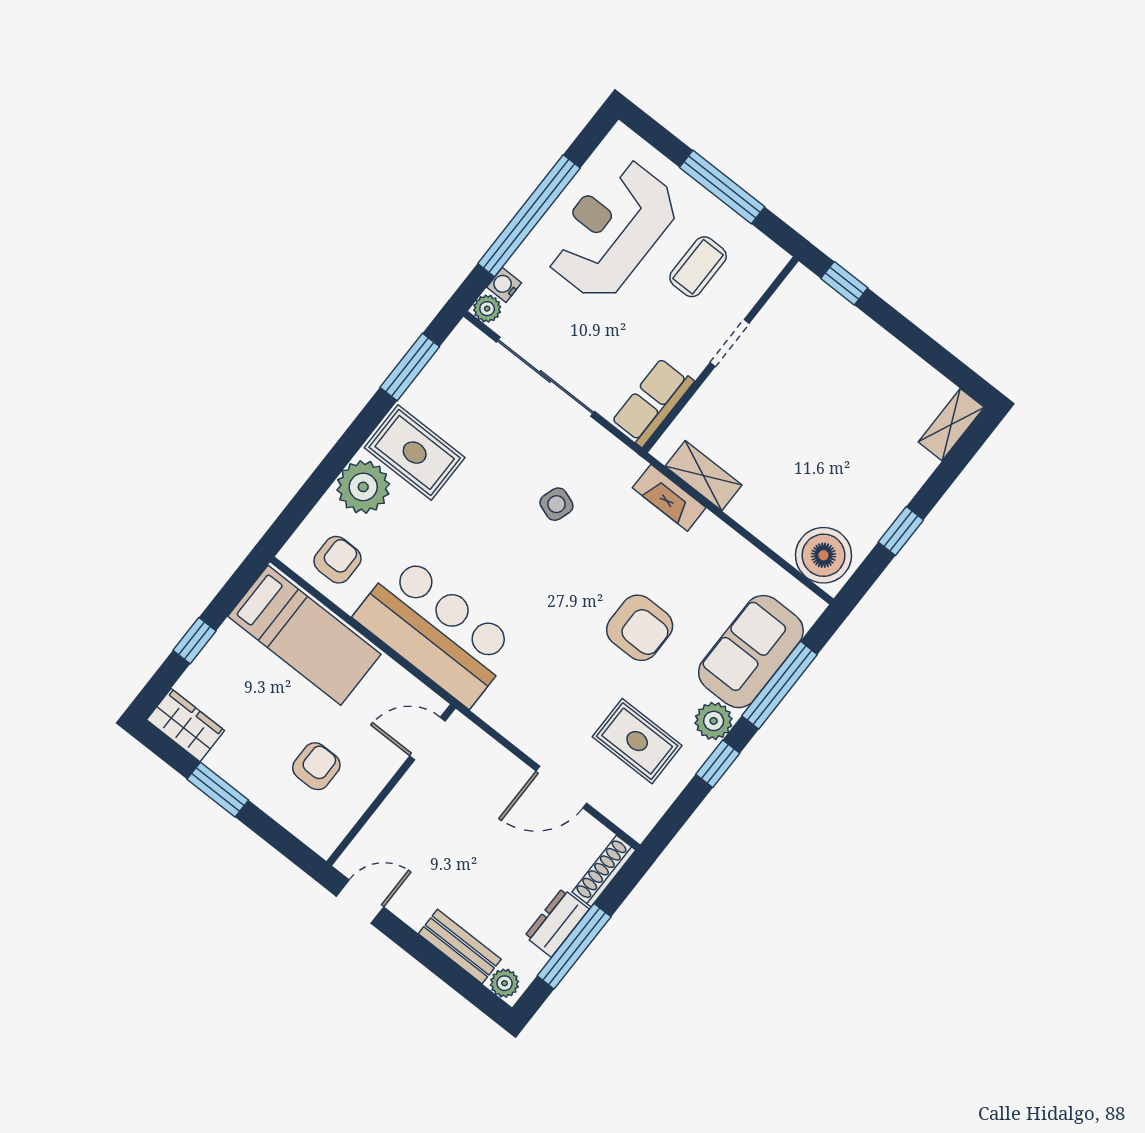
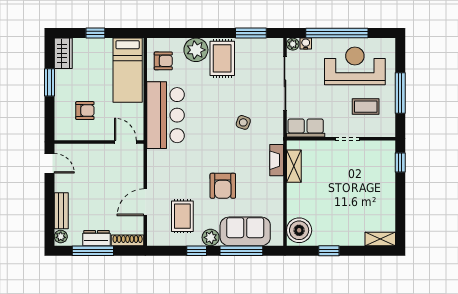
door: (561, 787) -> (145, 202), hinge flipped

